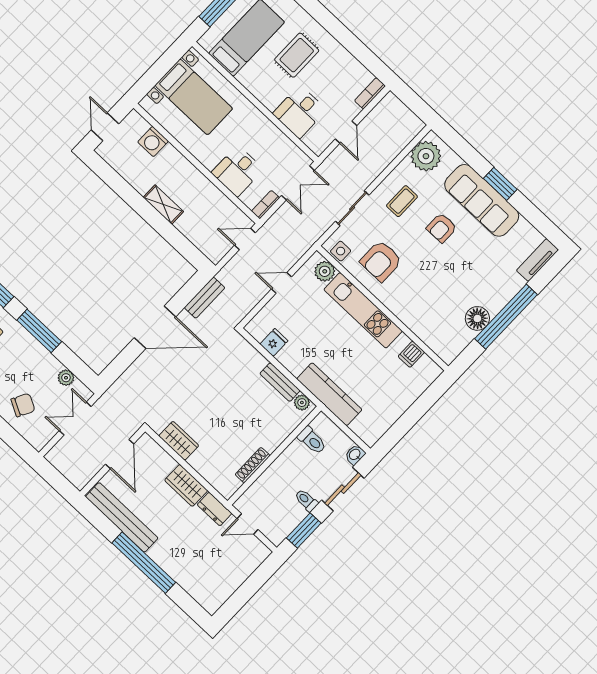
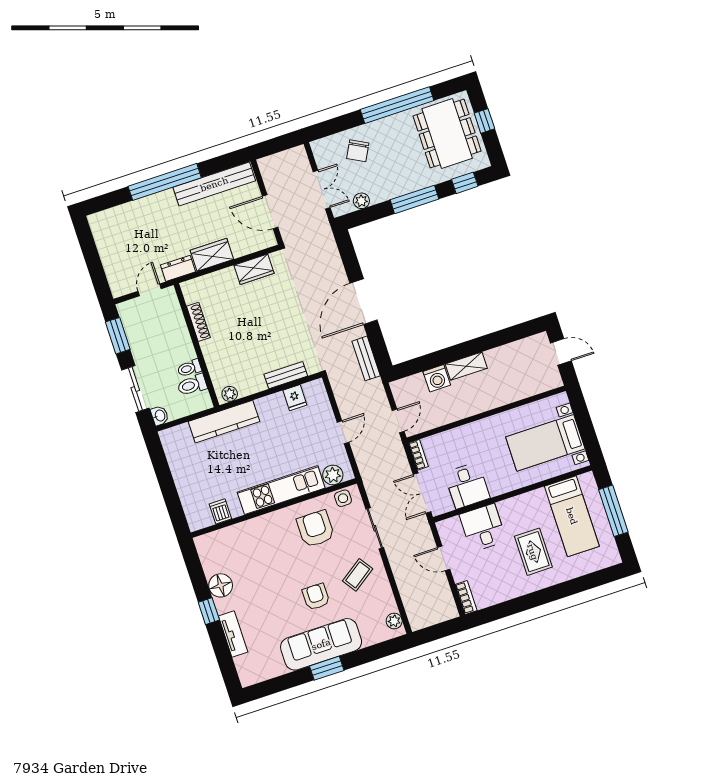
washing machine: (153, 142) -> (437, 378), moved, turned 180
plant: (426, 156) -> (394, 621), width x0.53, depth x0.53
desk: (237, 171) -> (467, 485), moved, turned 180
coffee table: (402, 201) -> (358, 575), turned 55
tv unit: (537, 260) -> (233, 634), moved
window: (506, 317) -> (209, 611), width x0.32
bench: (280, 382) -> (286, 375), moved
toilet: (306, 500) -> (189, 368), moved, turned 180

